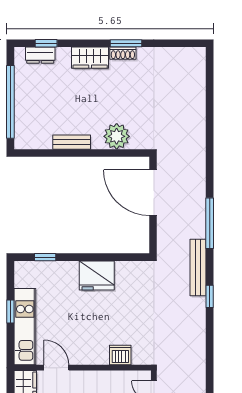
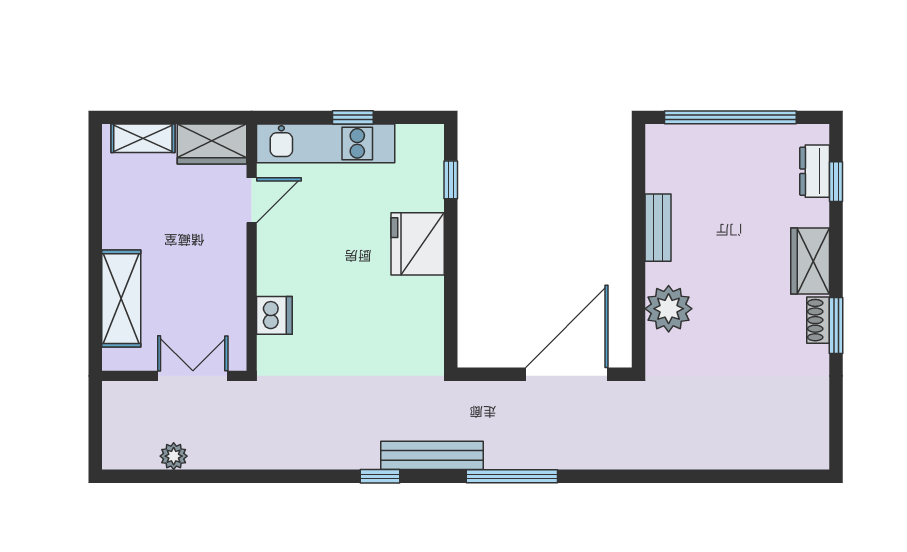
fridge: (97, 275) -> (418, 244), moved

